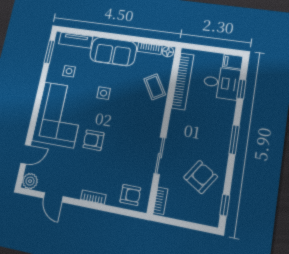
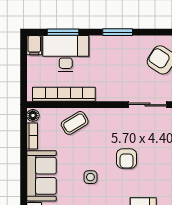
desk: (221, 83) -> (66, 53), width x1.37
window: (241, 89) -> (63, 32), width x1.50
armchair: (94, 140) -> (127, 159), moved

